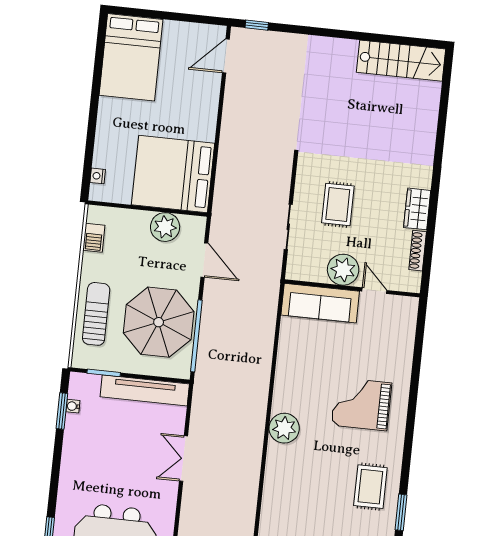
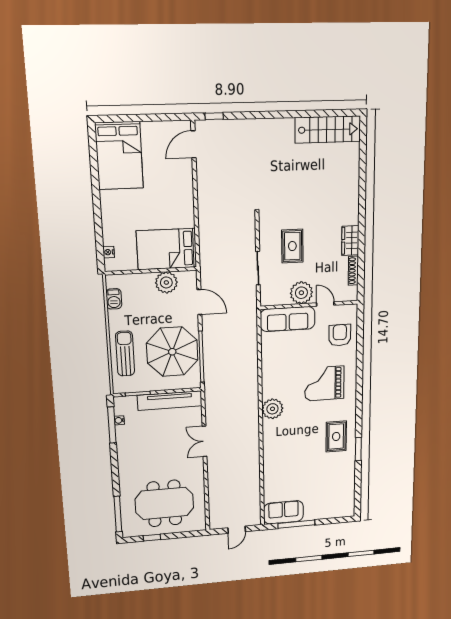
bed: (173, 174) -> (167, 249), width x0.73
armchair: (390, 338) -> (340, 335), added
window: (62, 411) -> (112, 425), width x1.44

